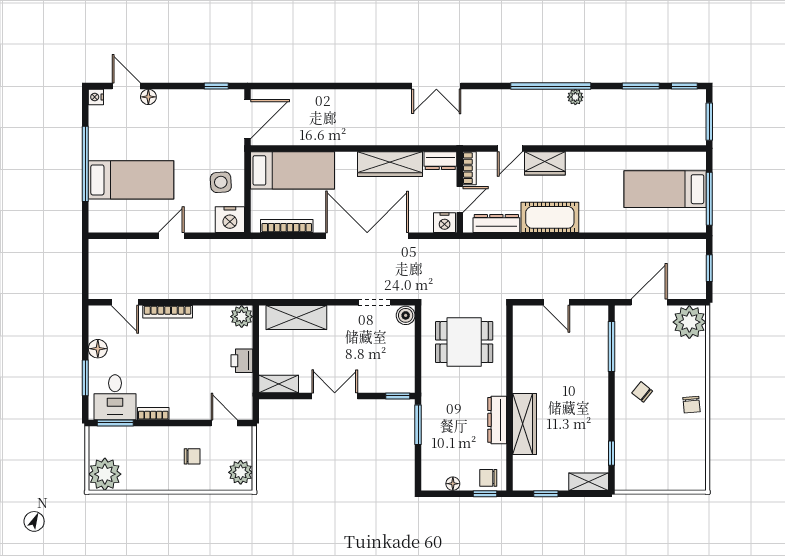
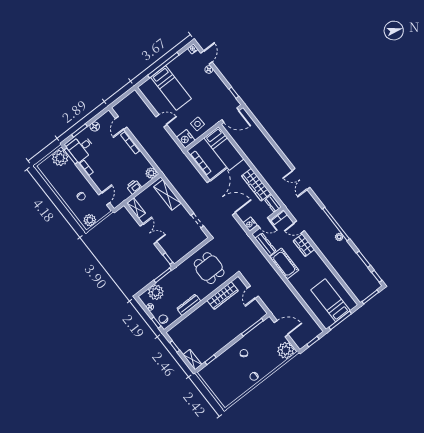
boiler: (406, 315) -> (202, 237), removed
wardrobe: (525, 424) -> (223, 296), moved
plant: (437, 456) -> (156, 292), added
plant: (105, 474) -> (60, 158), moved

